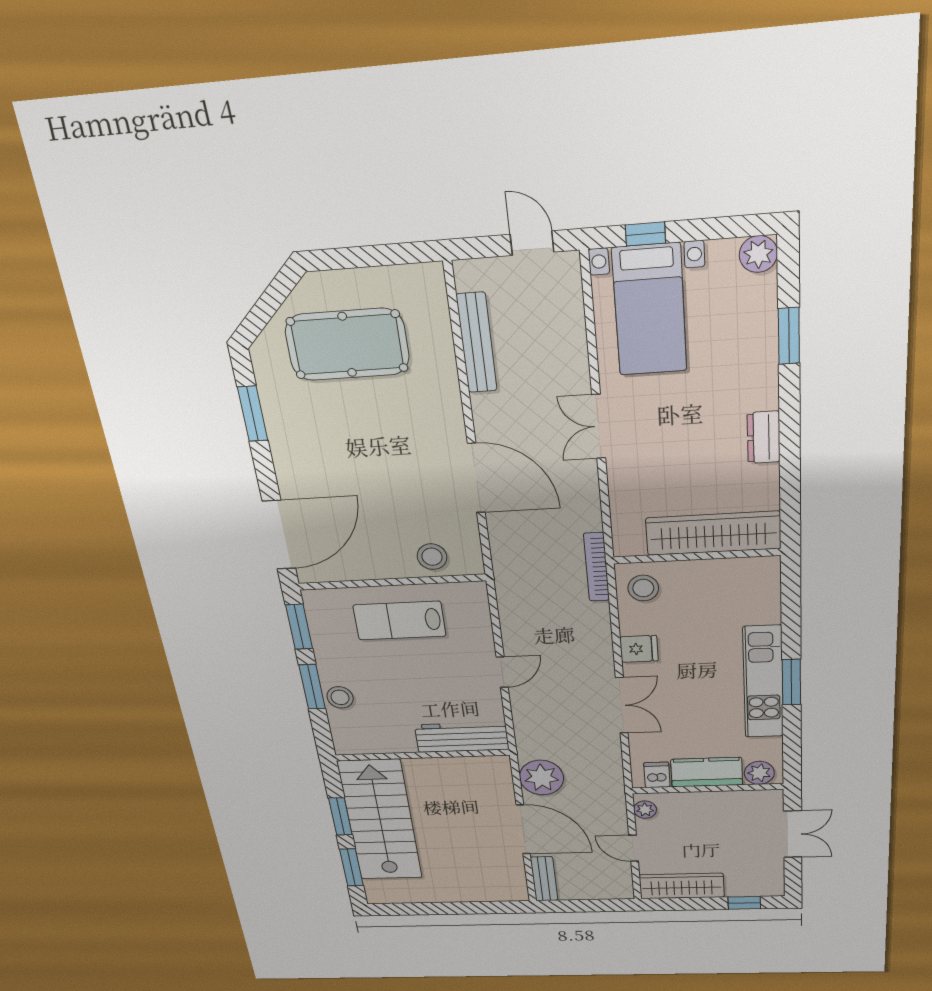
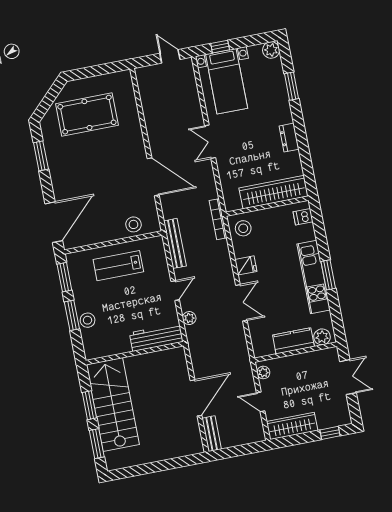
bench: (477, 343) -> (175, 243), moved
dishwasher: (657, 775) -> (303, 217), moved, turned -90
plant: (542, 778) -> (189, 318), moved, width x0.53, depth x0.53
door: (523, 829) -> (196, 398), hinge flipped

